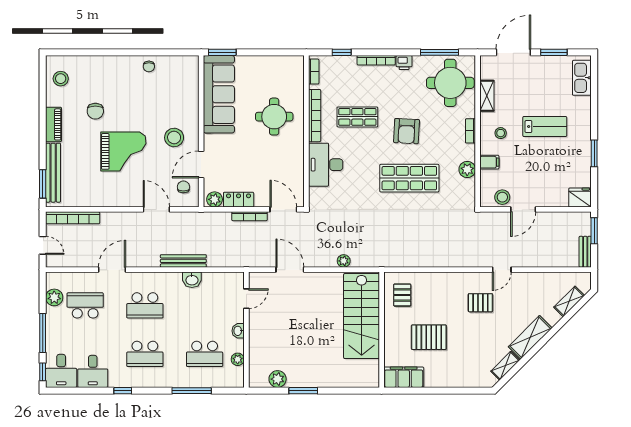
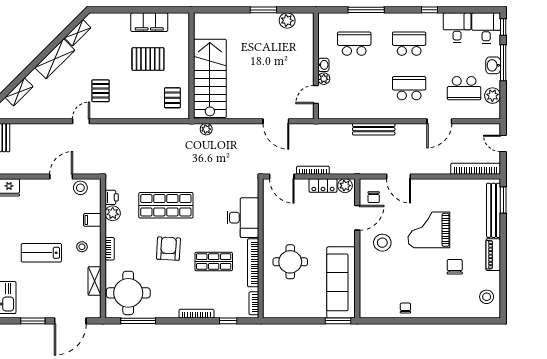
printer: (404, 63) -> (112, 197), moved, turned 90
plant: (344, 261) -> (206, 129), moved
washbasin: (192, 280) -> (493, 65), moved, turned -90
pallet: (480, 303) -> (101, 91), turned 90
plant: (238, 359) -> (324, 79), moved
filing cabinet: (404, 377) -> (149, 22), moved

